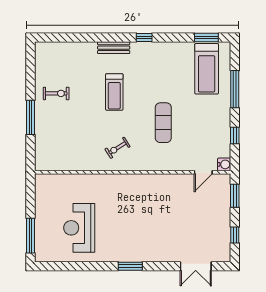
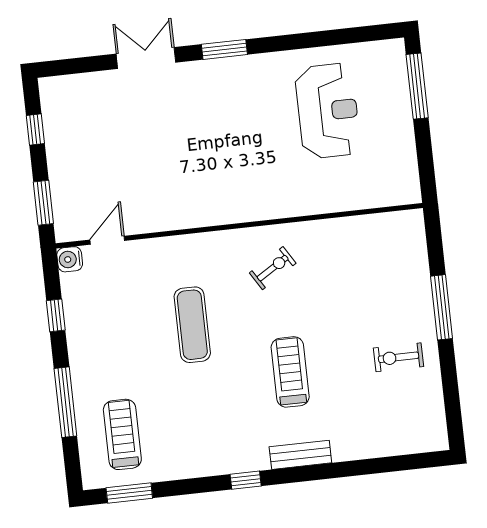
treadmill: (207, 69) -> (122, 434), width x0.73, depth x0.73
double door: (196, 266) -> (146, 58), moved

